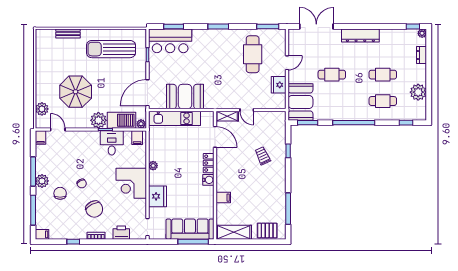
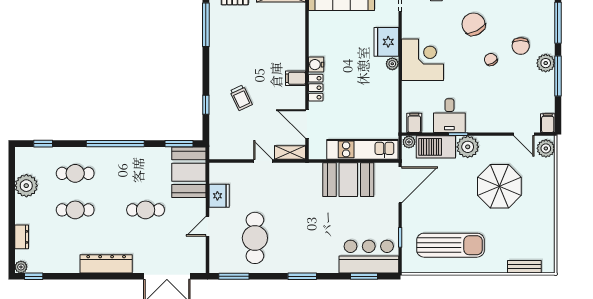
bench: (68, 33) -> (524, 267), moved
plant: (42, 109) -> (546, 148), moved
plant: (153, 166) -> (392, 64), moved
filing cabinet: (223, 198) -> (296, 78), moved

